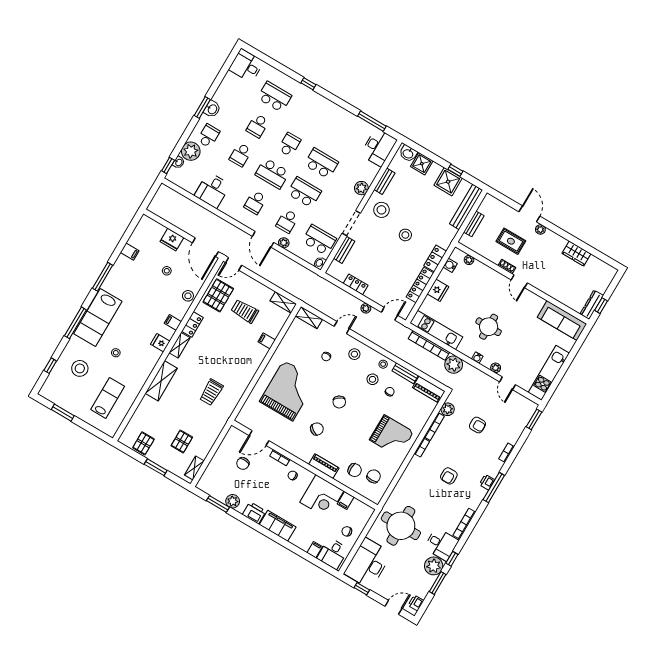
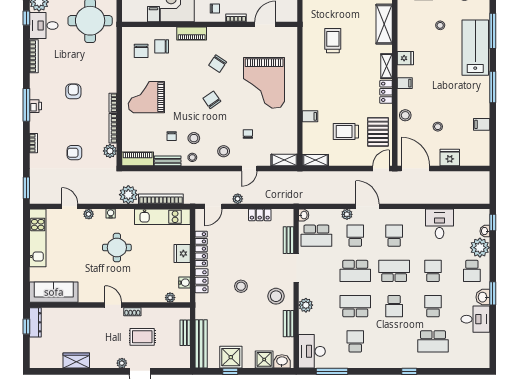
desk: (246, 66) -> (475, 319), moved
school desk: (338, 134) -> (355, 341), added
school desk: (321, 163) -> (355, 306), turned 180
trolley: (245, 311) -> (346, 132), turned 180

